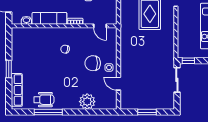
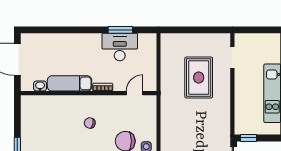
door: (100, 26) -> (135, 93), swing flipped

